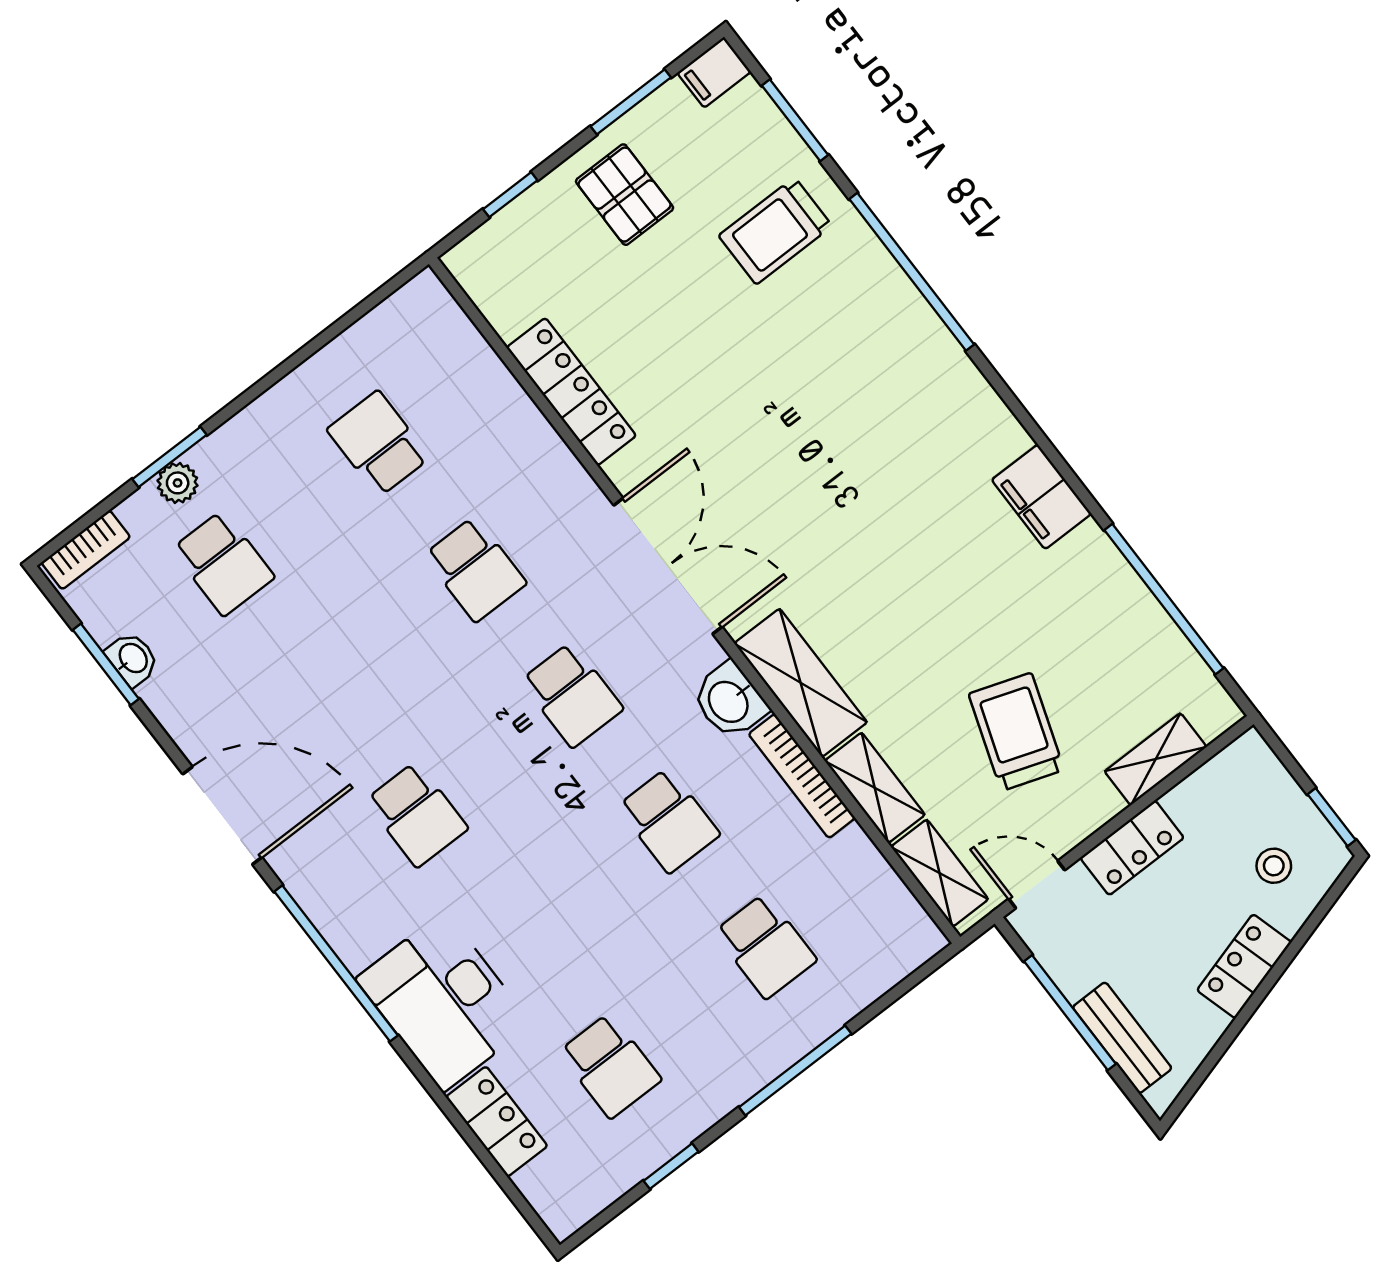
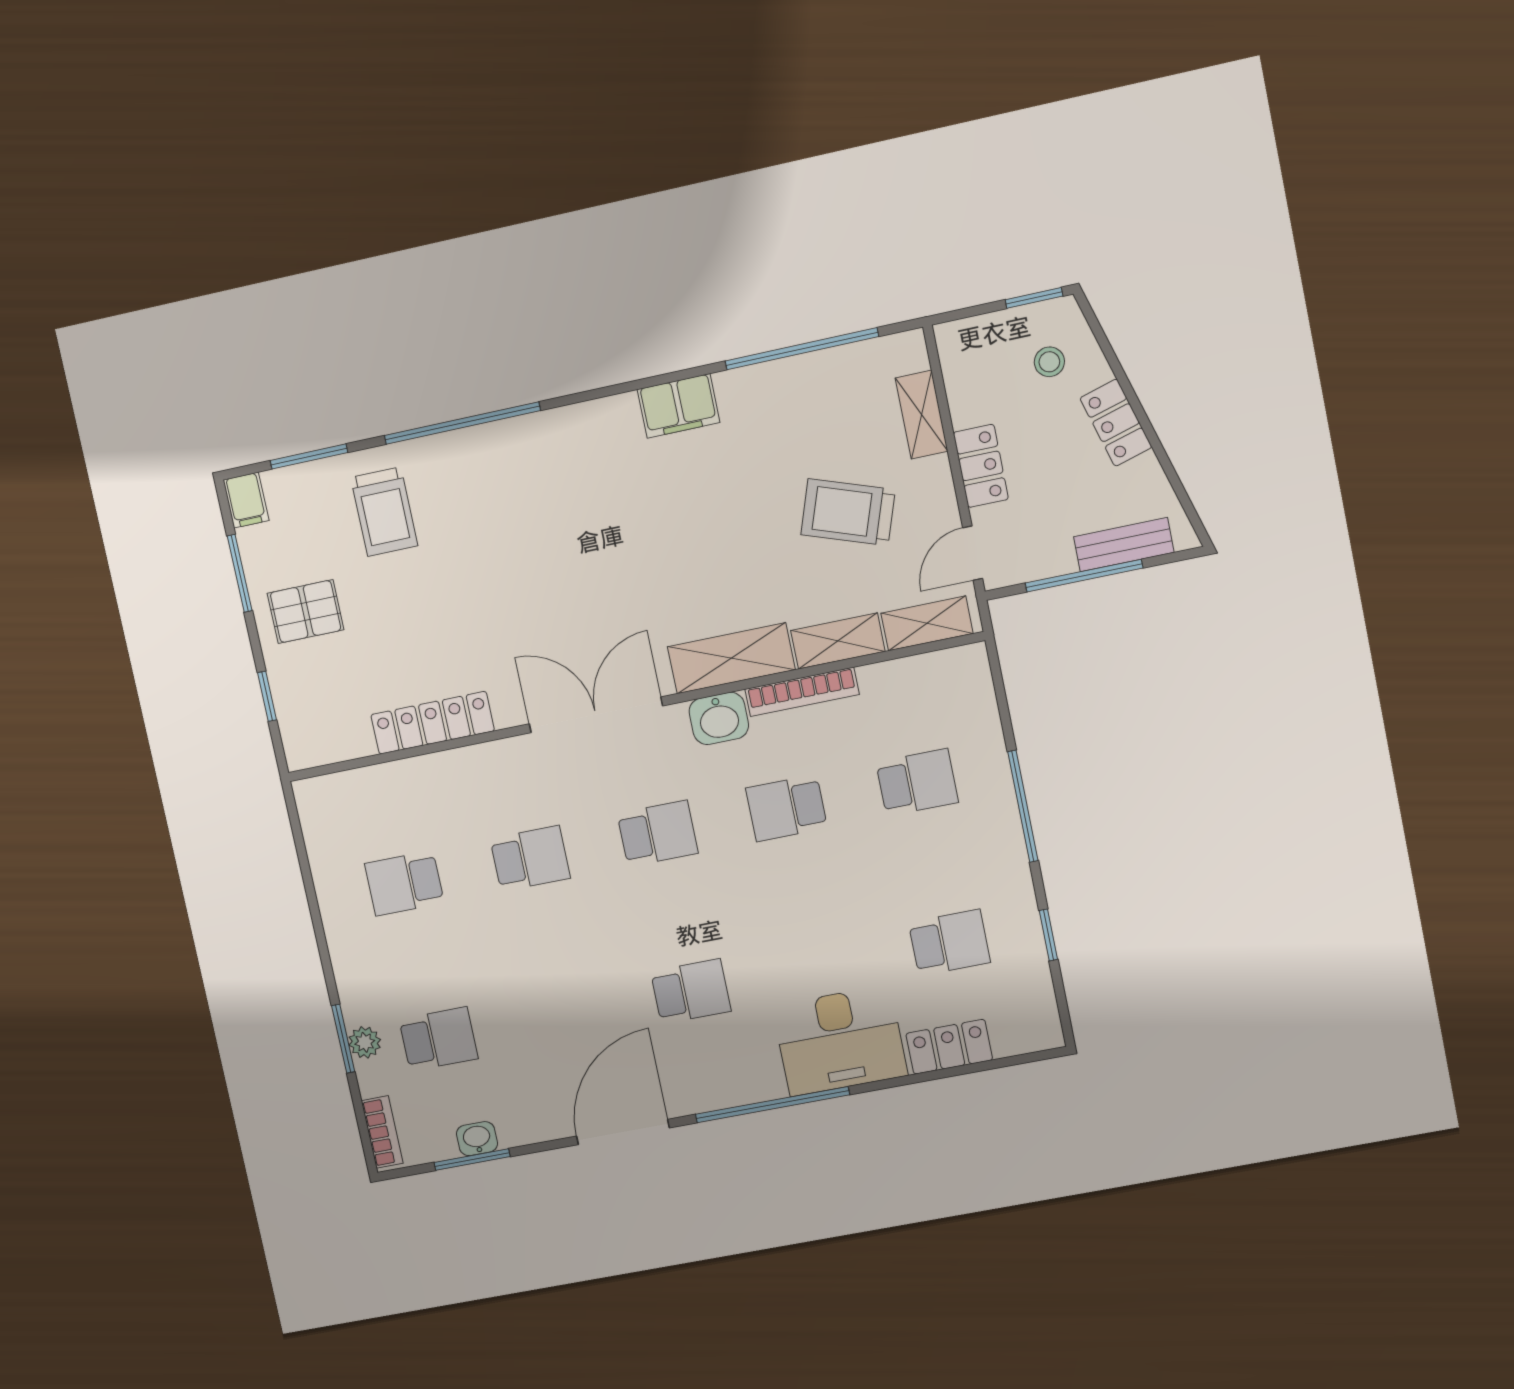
school desk: (669, 820) -> (786, 808), turned 180

